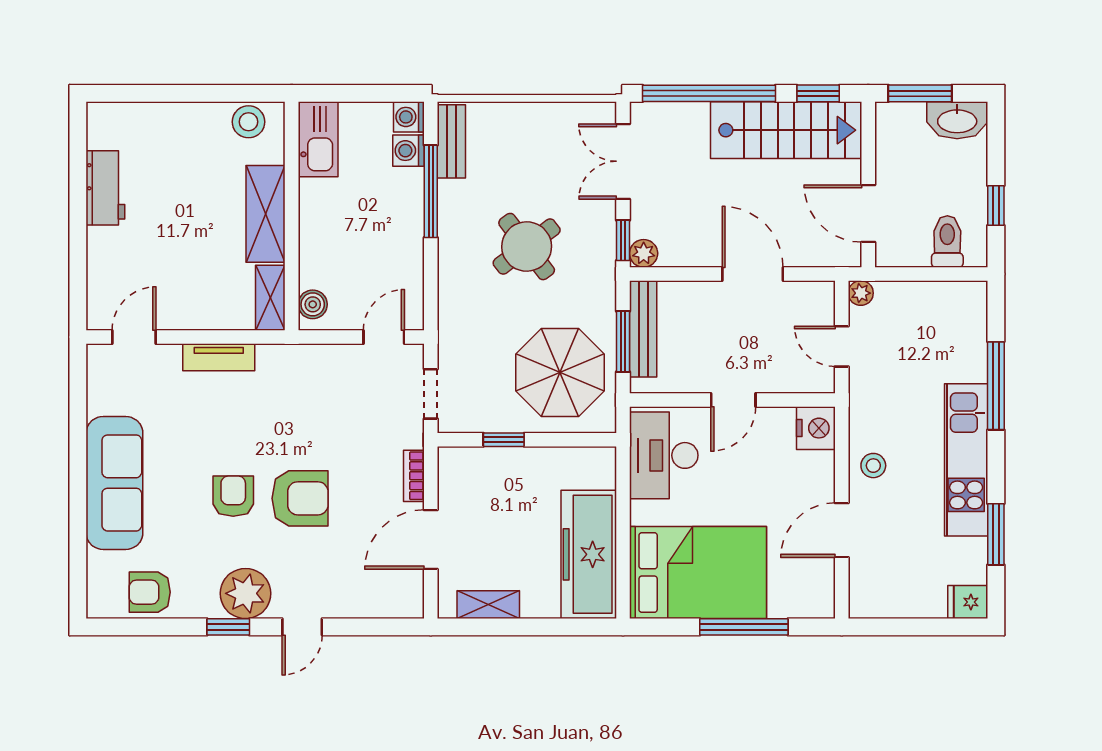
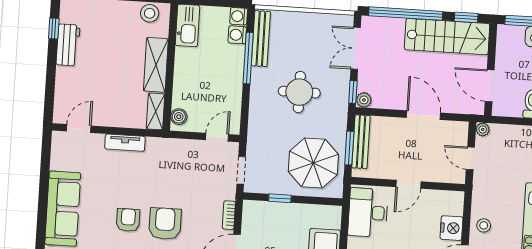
bench: (451, 141) -> (261, 39), width x1.36
window: (78, 160) -> (54, 28), added
round table: (527, 247) -> (299, 92), turned 37
nightstand: (816, 428) -> (452, 228), moved
armchair: (300, 498) -> (165, 224), turned -90

